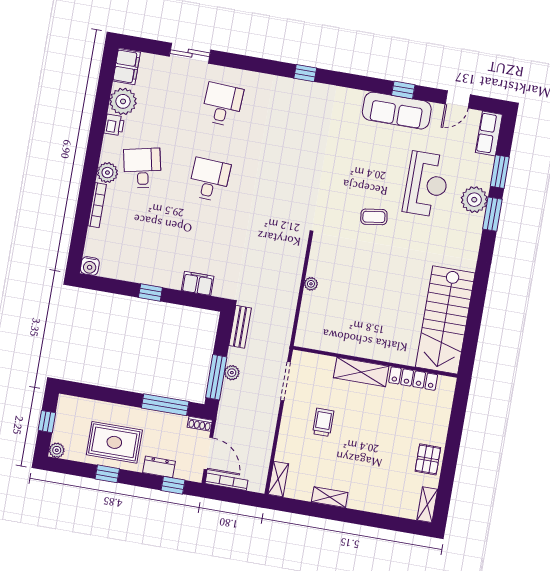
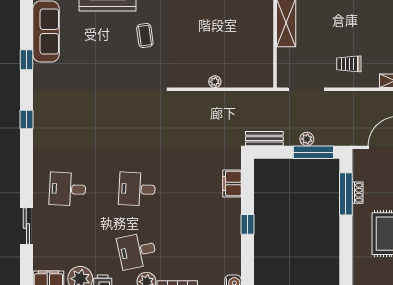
window: (403, 90) -> (26, 60), moved
trolley: (323, 422) -> (349, 64), moved
shoe rack: (200, 424) -> (358, 193), moved

